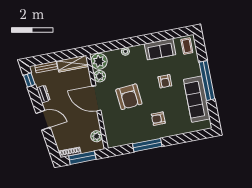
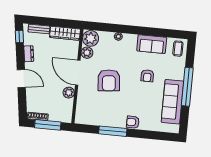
armchair: (158, 119) -> (133, 122), moved
plant: (96, 136) -> (69, 93), moved

